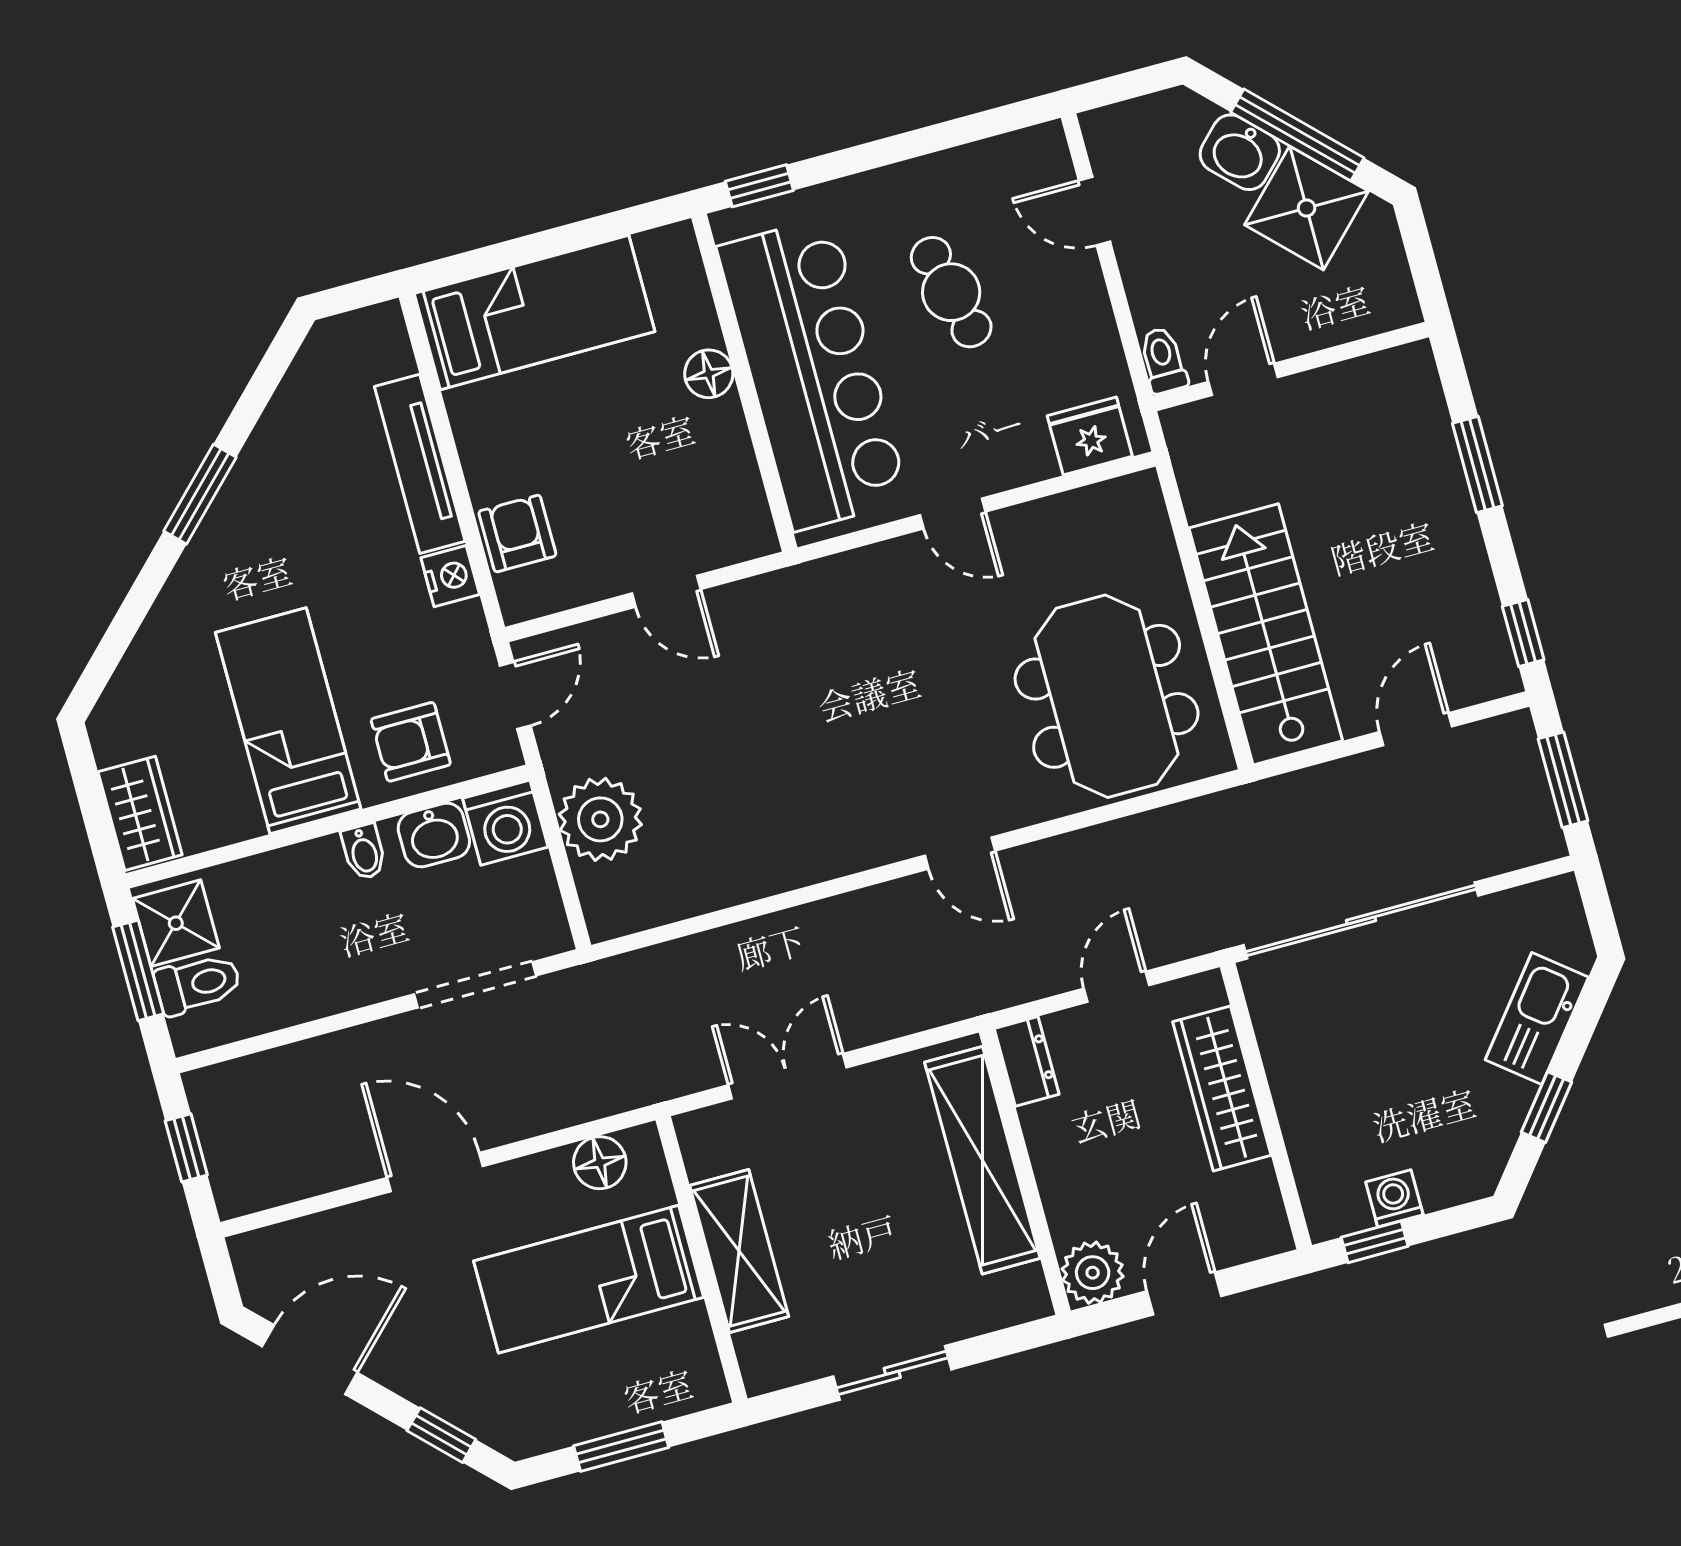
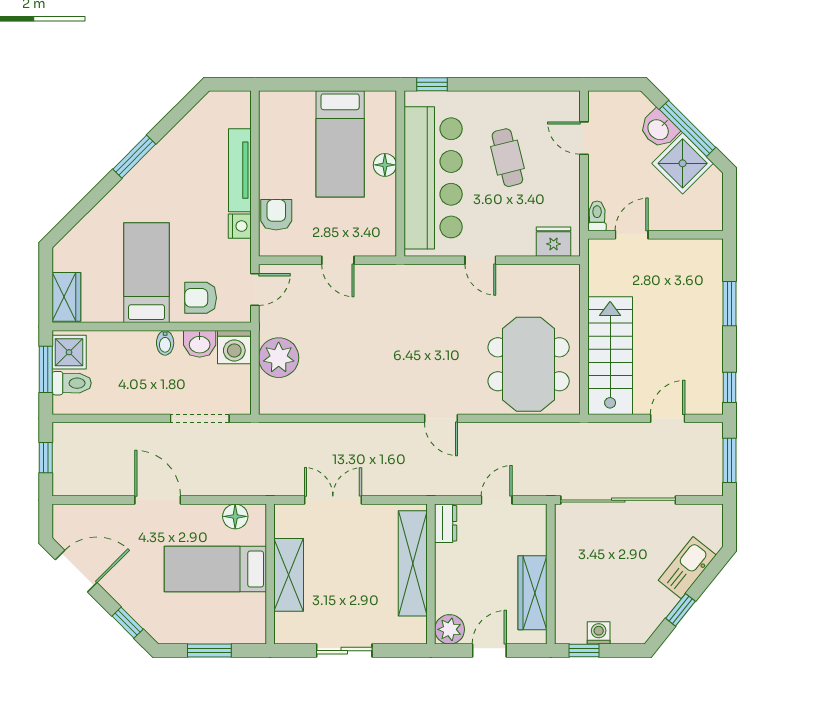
bed: (535, 312) -> (340, 144), moved, turned 90
wardrobe: (1222, 1088) -> (533, 593), moved

